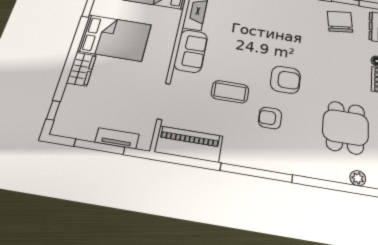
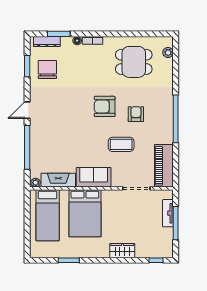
chair: (340, 22) -> (47, 69), turned 97
bed: (115, 38) -> (85, 213), moved, turned 180
armchair: (285, 80) -> (105, 106), turned -90
coffee table: (230, 92) -> (121, 144), turned 90
armchair: (270, 118) -> (136, 114), turned 180

